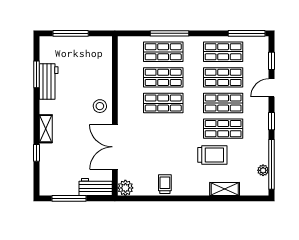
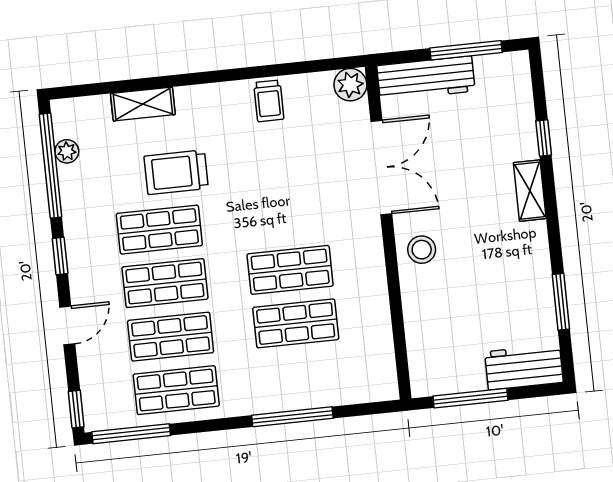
window: (71, 33) -> (470, 398), moved
shop shelf: (163, 52) -> (301, 377), removed
window: (271, 61) -> (76, 409), moved
workbench: (49, 82) -> (524, 367), moved, turned 90
workbench: (96, 187) -> (426, 78), width x1.38

